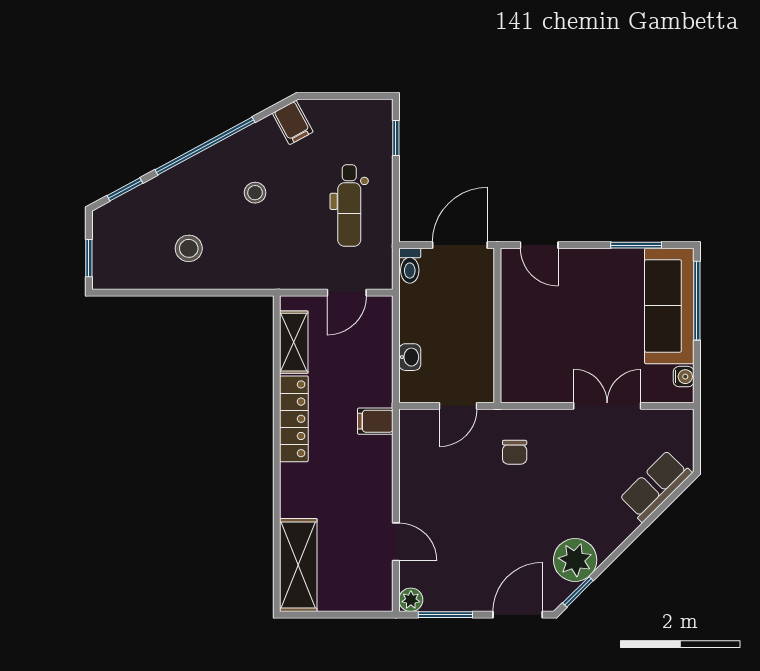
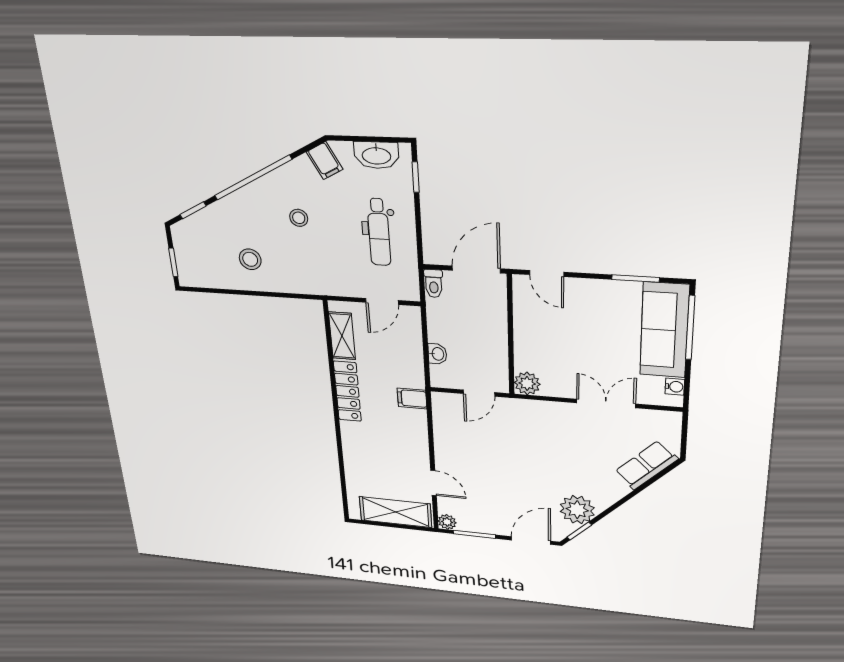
washbasin: (353, 114) -> (376, 155), added
plant: (516, 388) -> (527, 383), added
chair: (515, 452) -> (527, 430), removed
shelving: (298, 565) -> (396, 512), moved, turned 90

